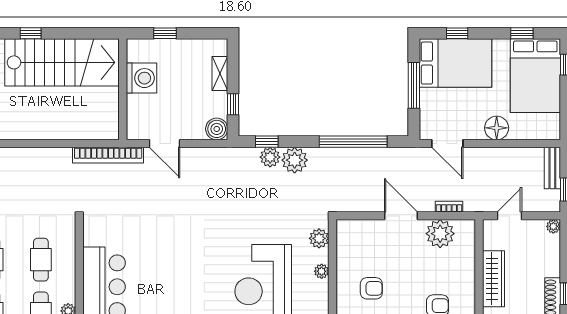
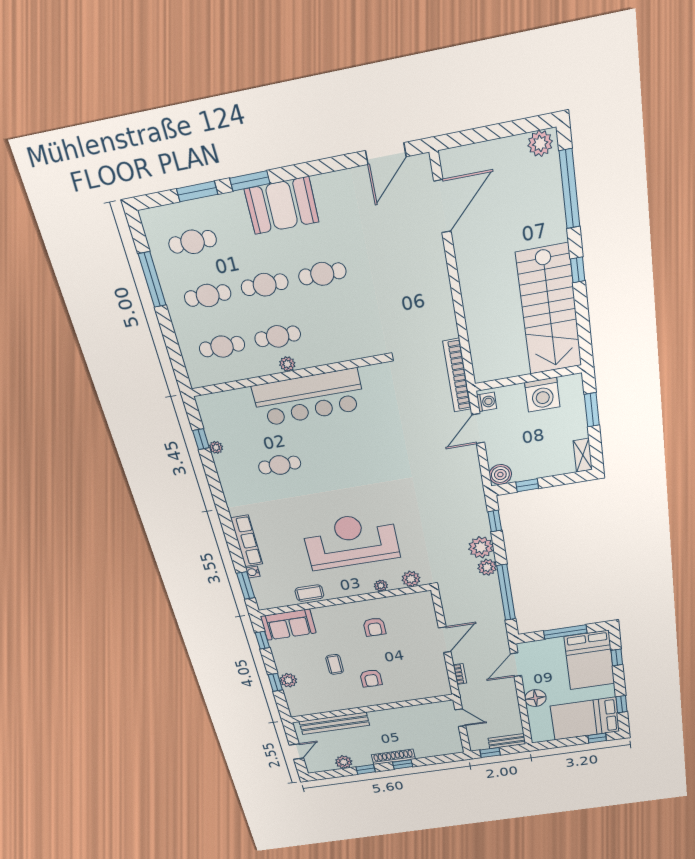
window: (165, 33) -> (592, 410), width x1.50
shelving: (220, 73) -> (583, 455), moved, turned 90
washing machine: (139, 131) -> (487, 402), added
plant: (270, 157) -> (487, 567), moved
plant: (553, 226) -> (457, 749), removed
plant: (440, 234) -> (435, 671), removed
cafe table: (41, 260) -> (334, 326), removed
wardrobe: (493, 279) -> (404, 714), removed

